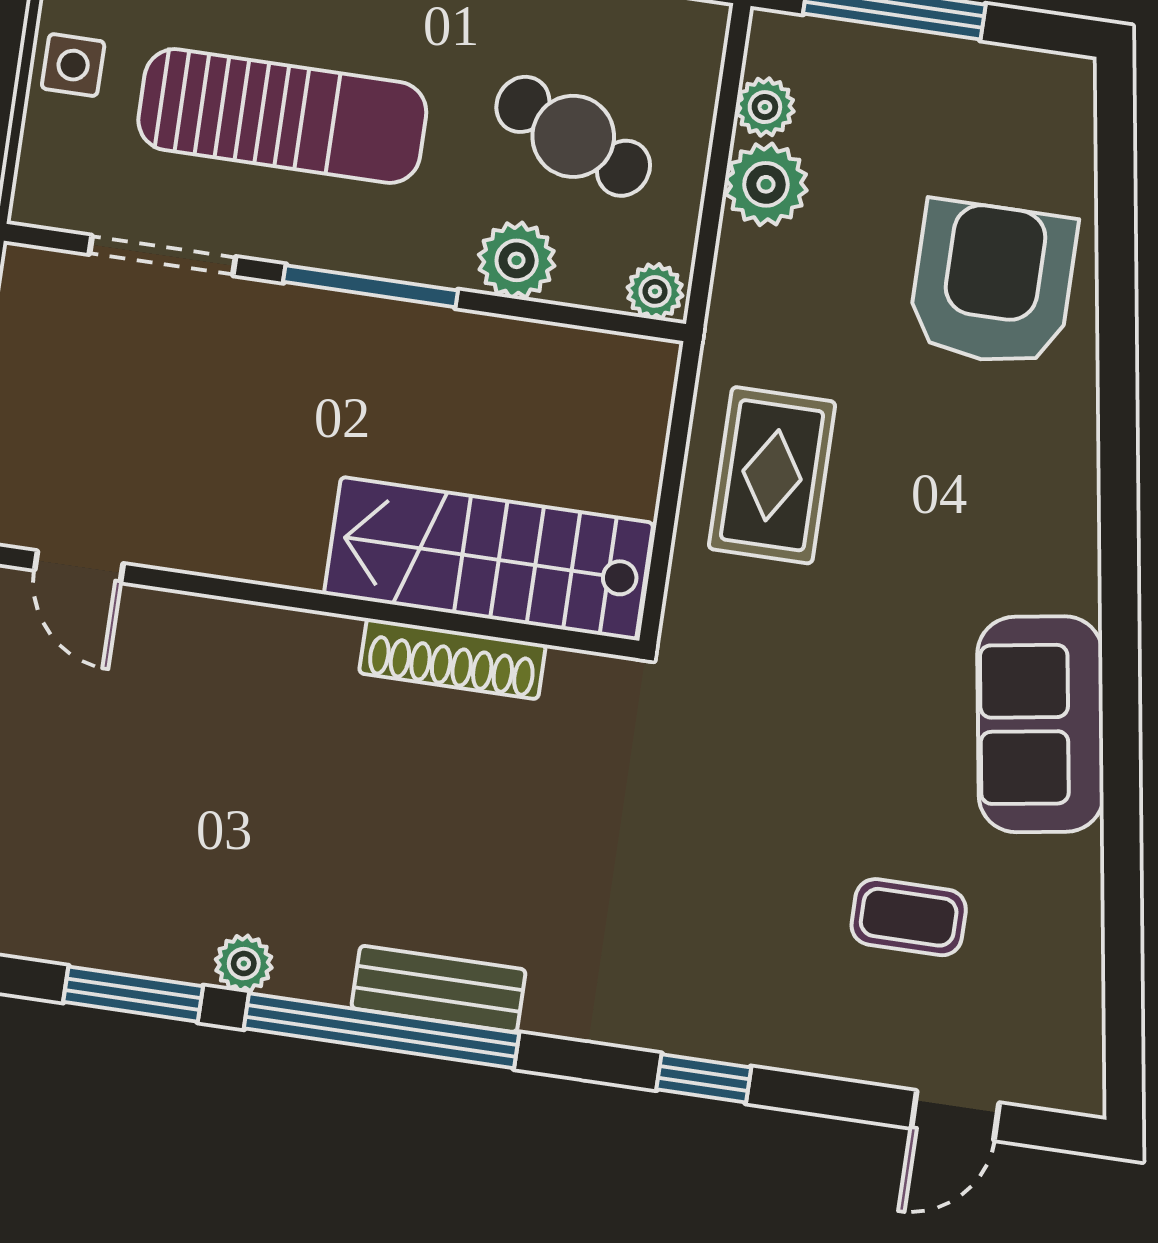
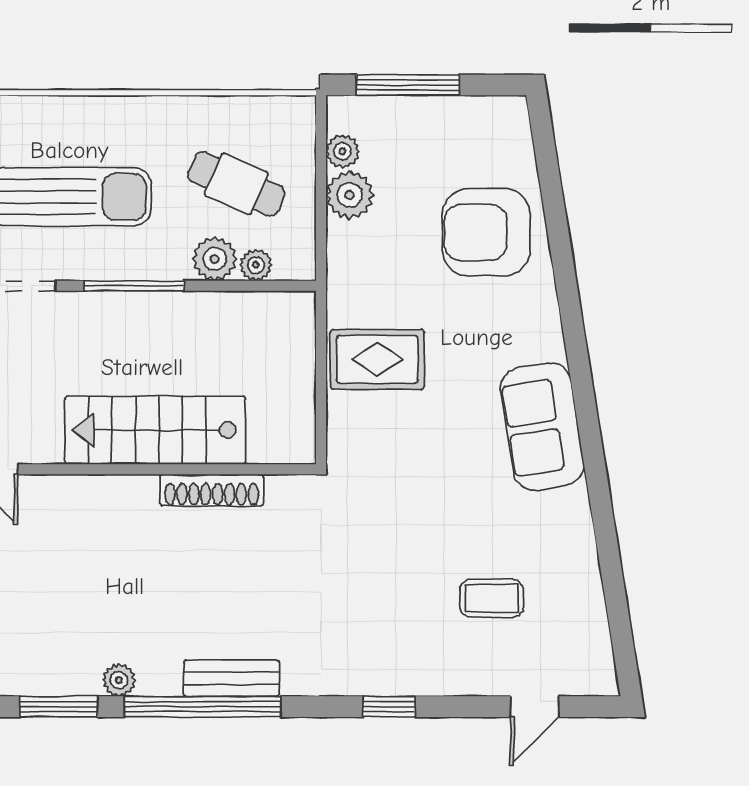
armchair: (992, 284) -> (486, 232), turned -90
plant: (655, 291) -> (256, 265), moved
rug: (772, 475) -> (377, 359), turned 90
stairs: (489, 558) -> (155, 430), moved
sofa: (1041, 724) -> (542, 426), moved

